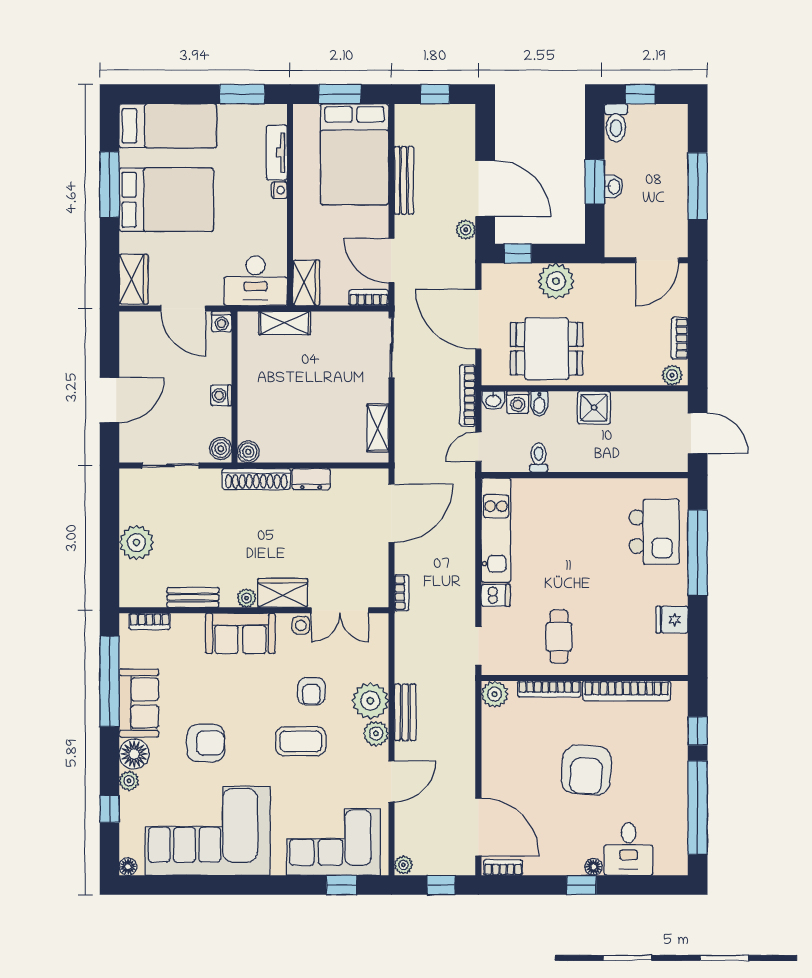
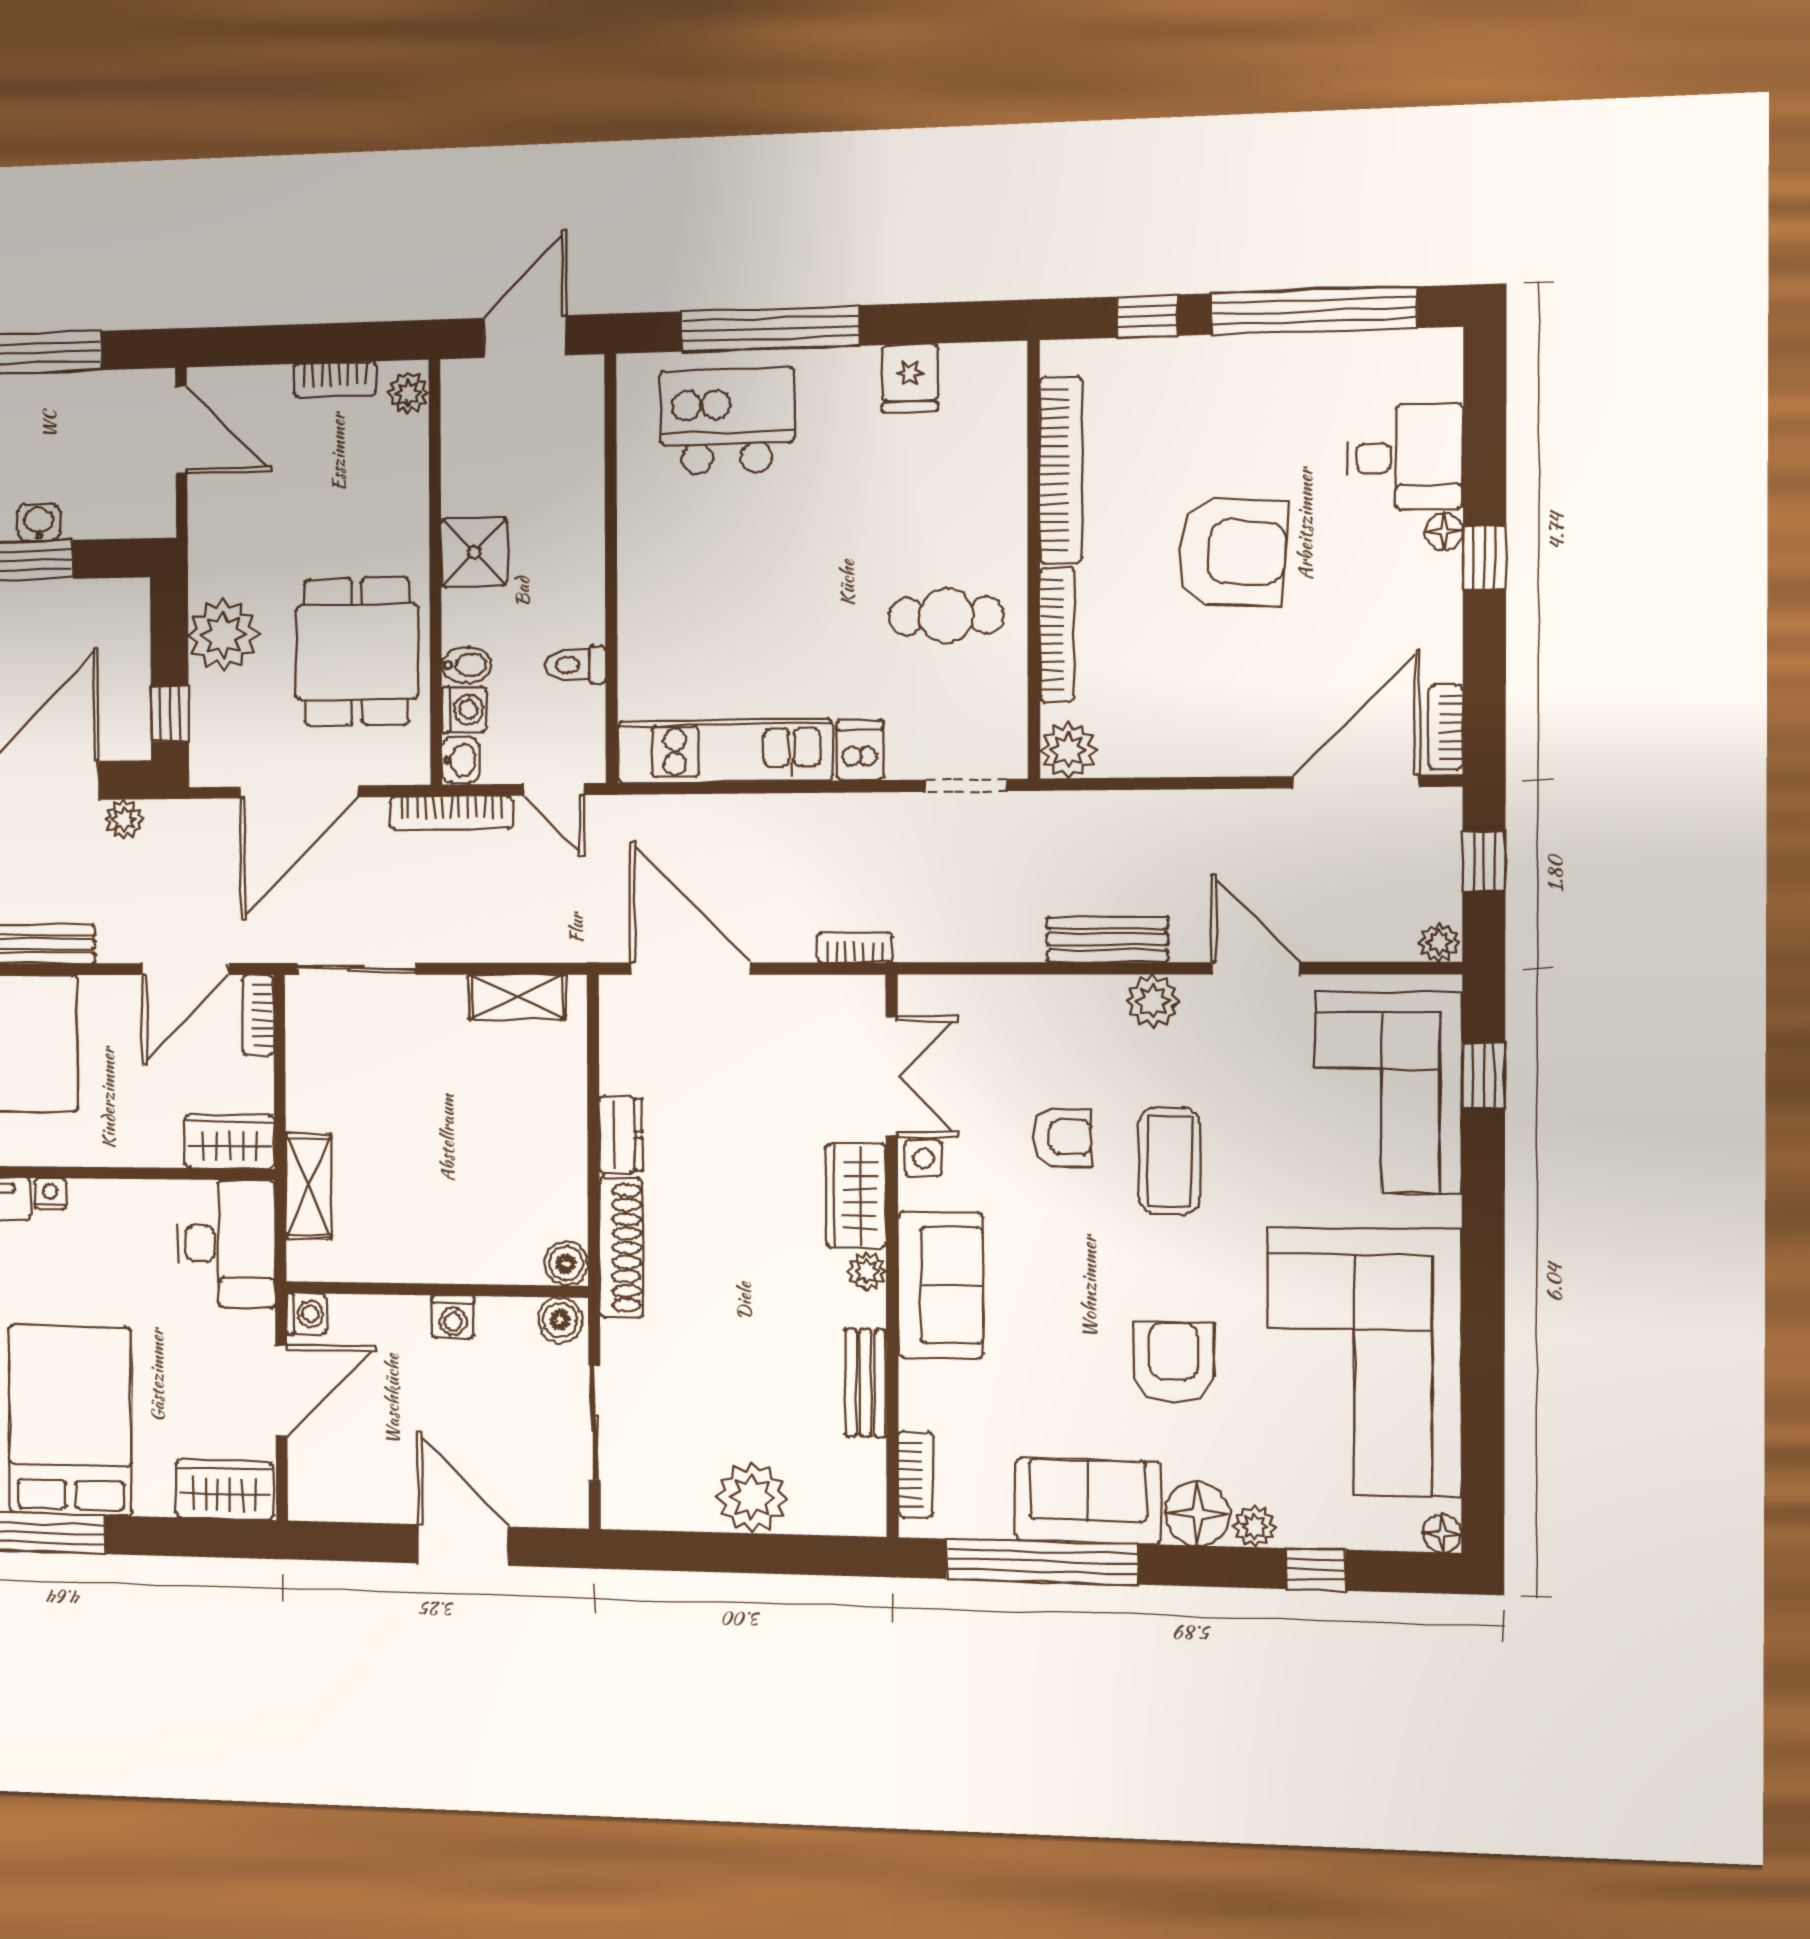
plant: (370, 701) -> (1083, 1013), removed

